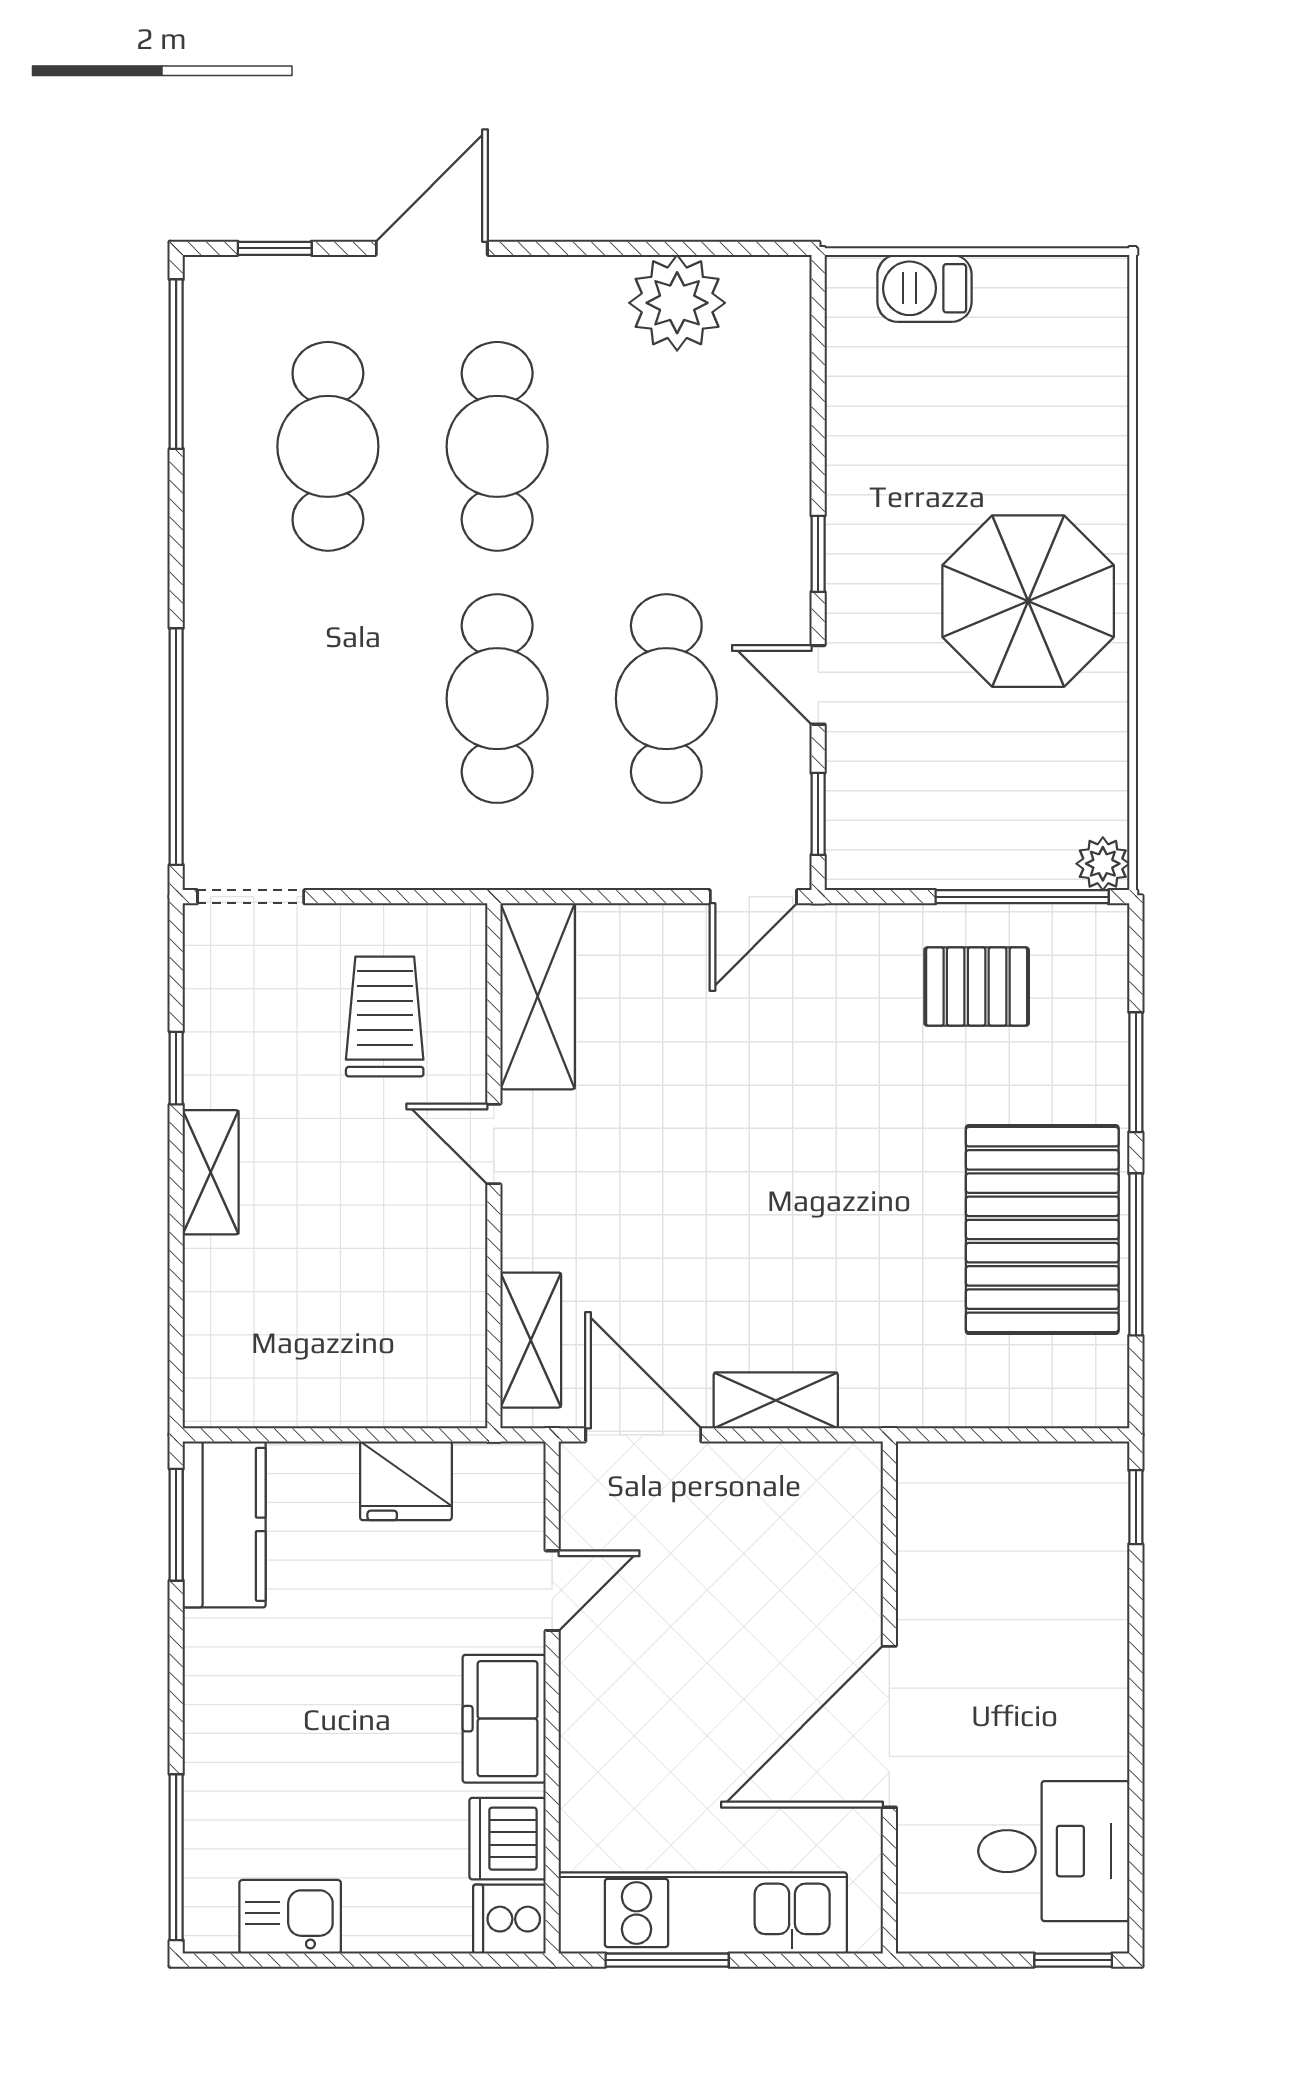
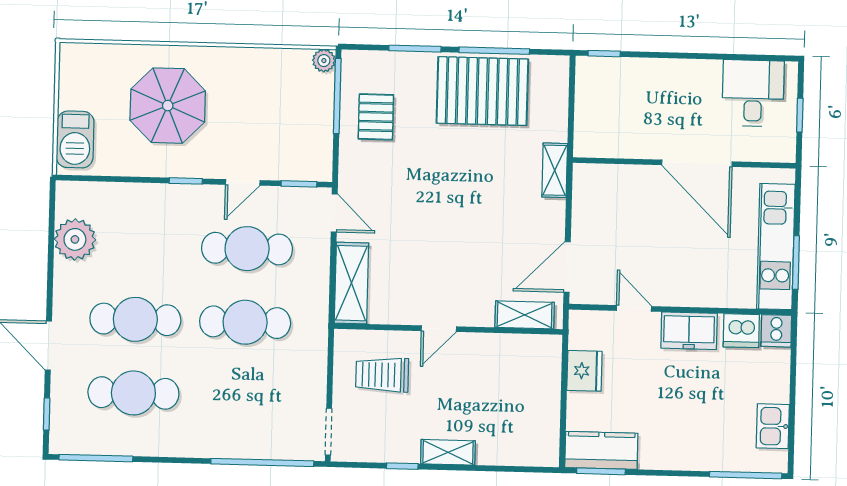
barbecue: (925, 288) -> (75, 139), width x1.38, depth x1.27
parasol: (1028, 601) -> (168, 106), moved
shelving: (538, 996) -> (351, 283), moved, turned 90
shelving: (776, 1400) -> (555, 170), moved
window: (1073, 1960) -> (800, 115), moved

